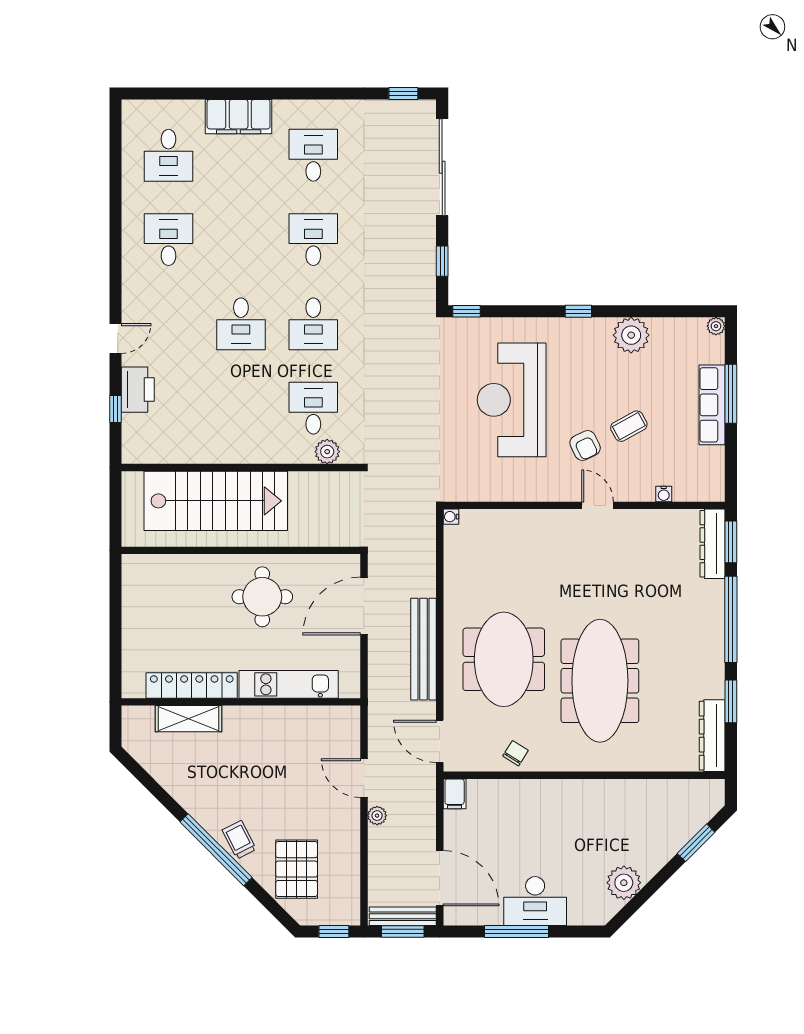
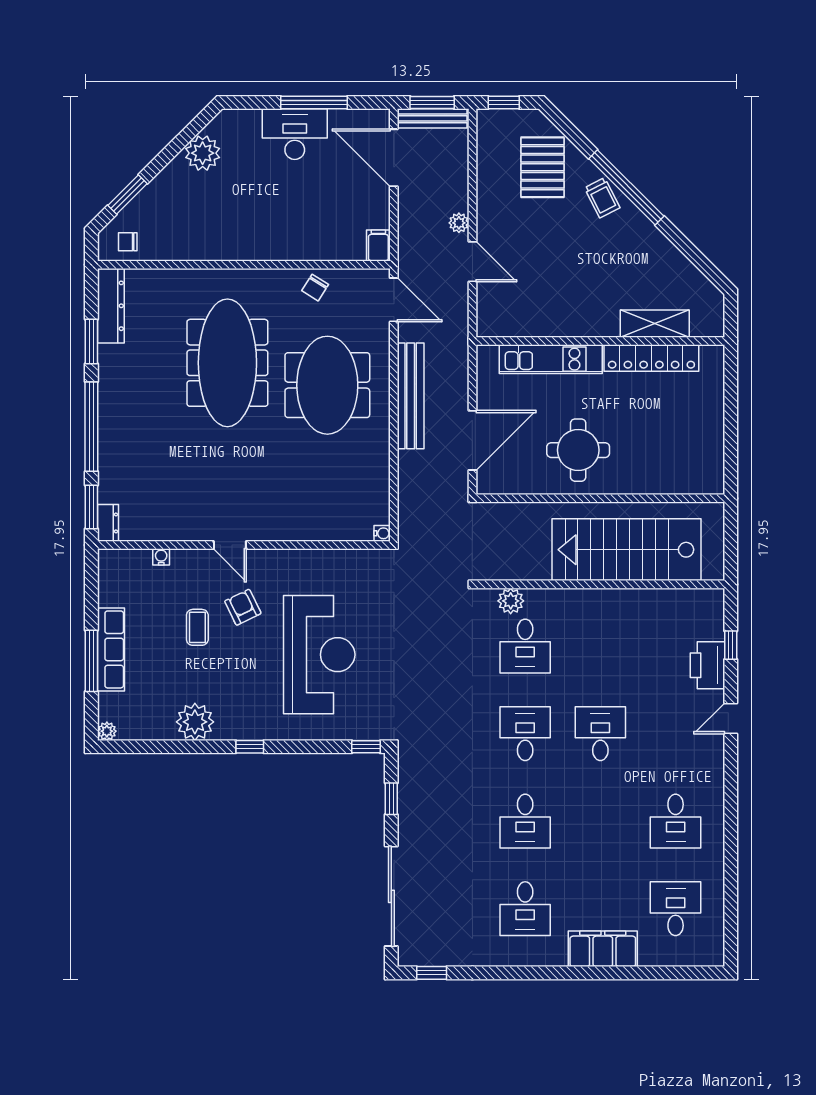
coffee table: (629, 426) -> (197, 627), turned -61
dresser: (713, 544) -> (108, 523), width x0.51, depth x0.80
chair: (696, 797) -> (128, 242), added

